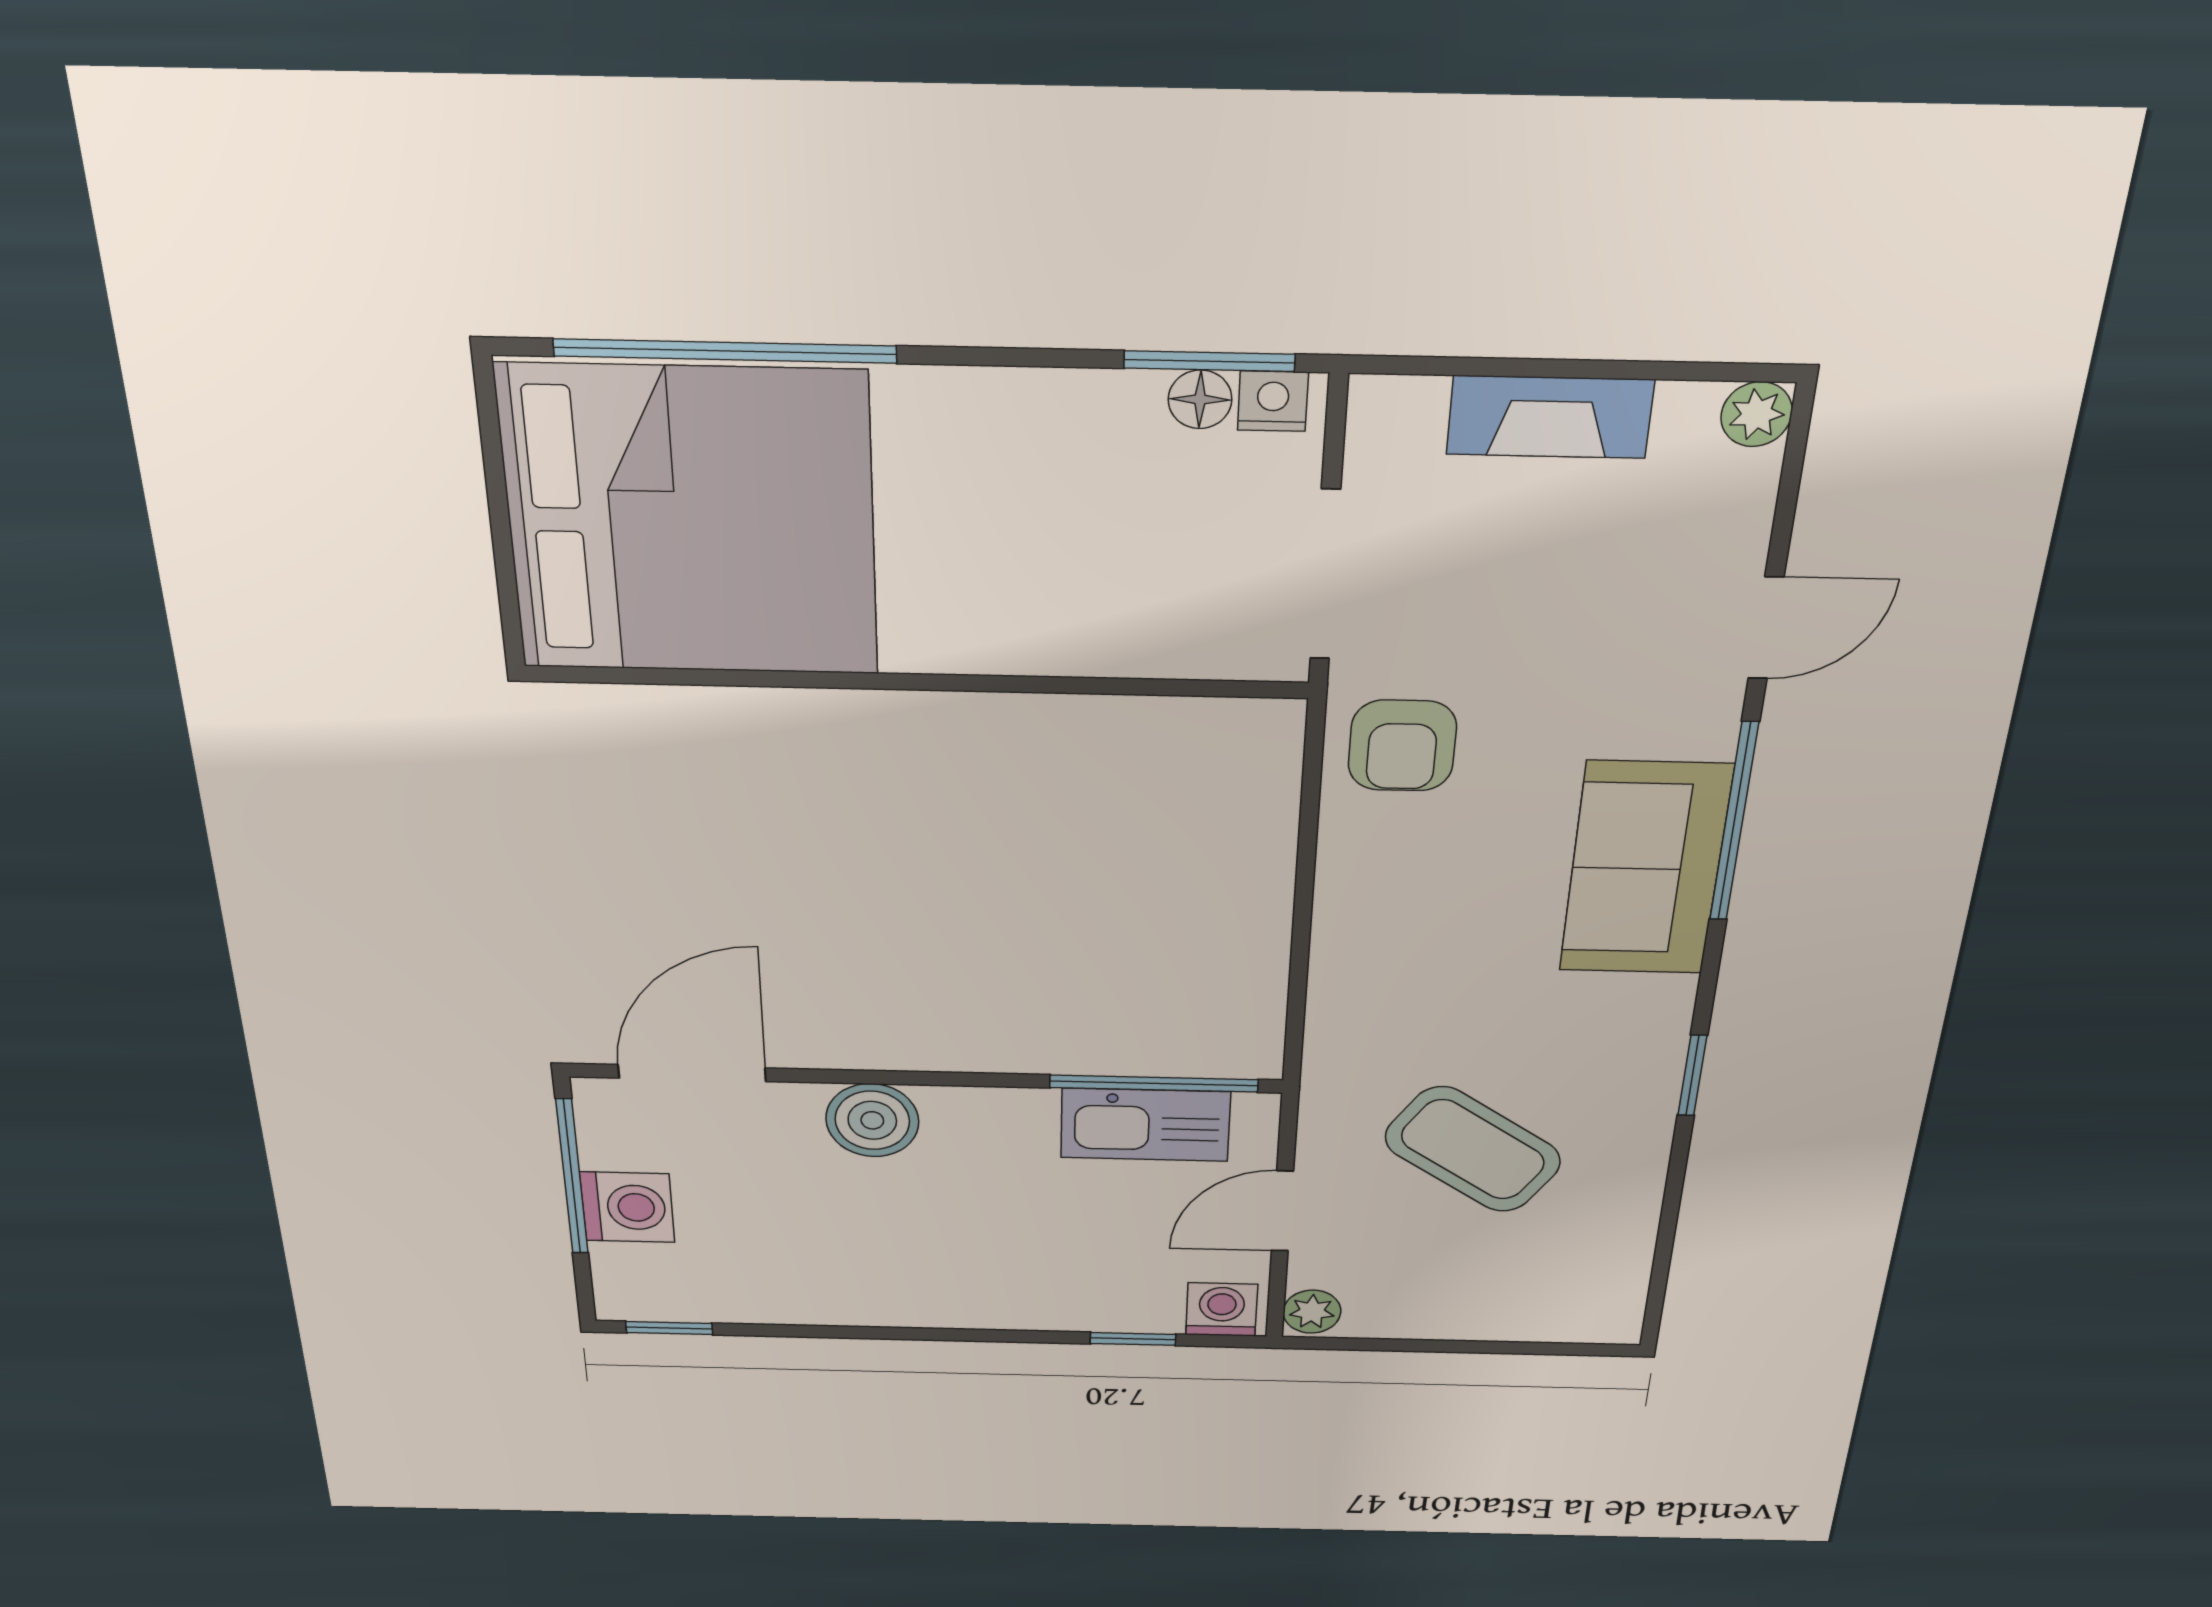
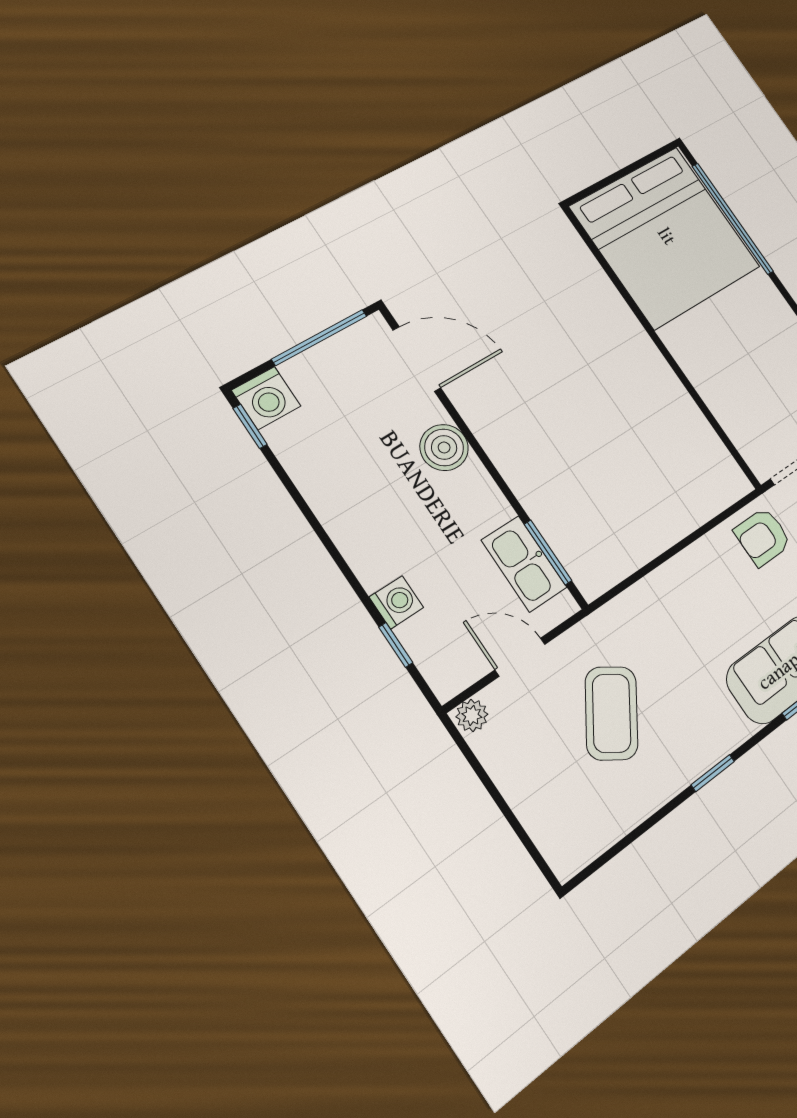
window: (1154, 1084) -> (548, 552), width x0.69
washing machine: (627, 1207) -> (266, 398), moved
washing machine: (1222, 1309) -> (396, 602), moved

